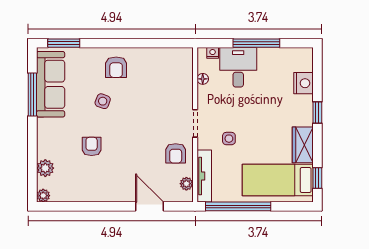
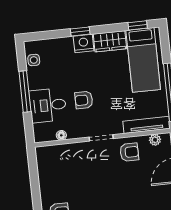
nightstand: (213, 53) -> (38, 129), removed
nightstand: (303, 83) -> (84, 43), moved
armchair: (240, 108) -> (84, 100), added
side table: (229, 139) -> (34, 60), moved

